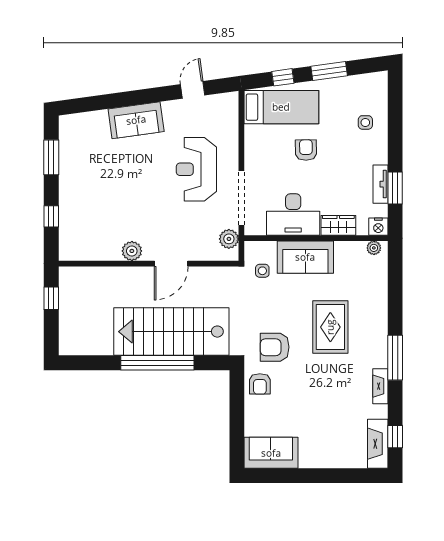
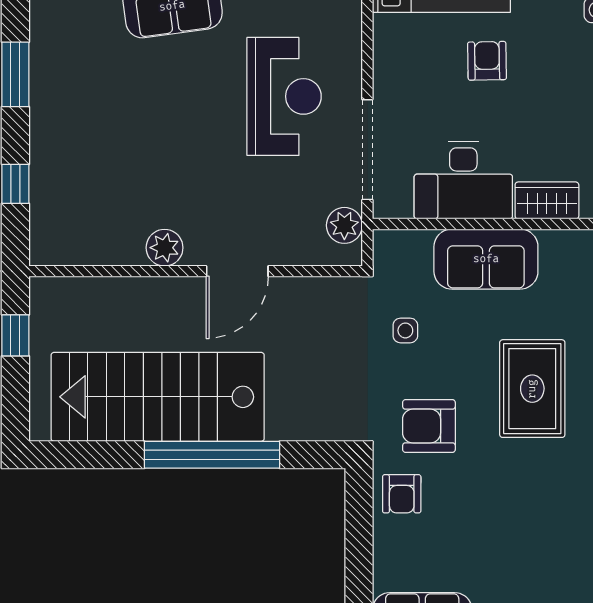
reception desk: (196, 169) -> (284, 96), turned 180
side table: (262, 271) -> (405, 330), moved
stairs: (171, 332) -> (158, 397), moved

